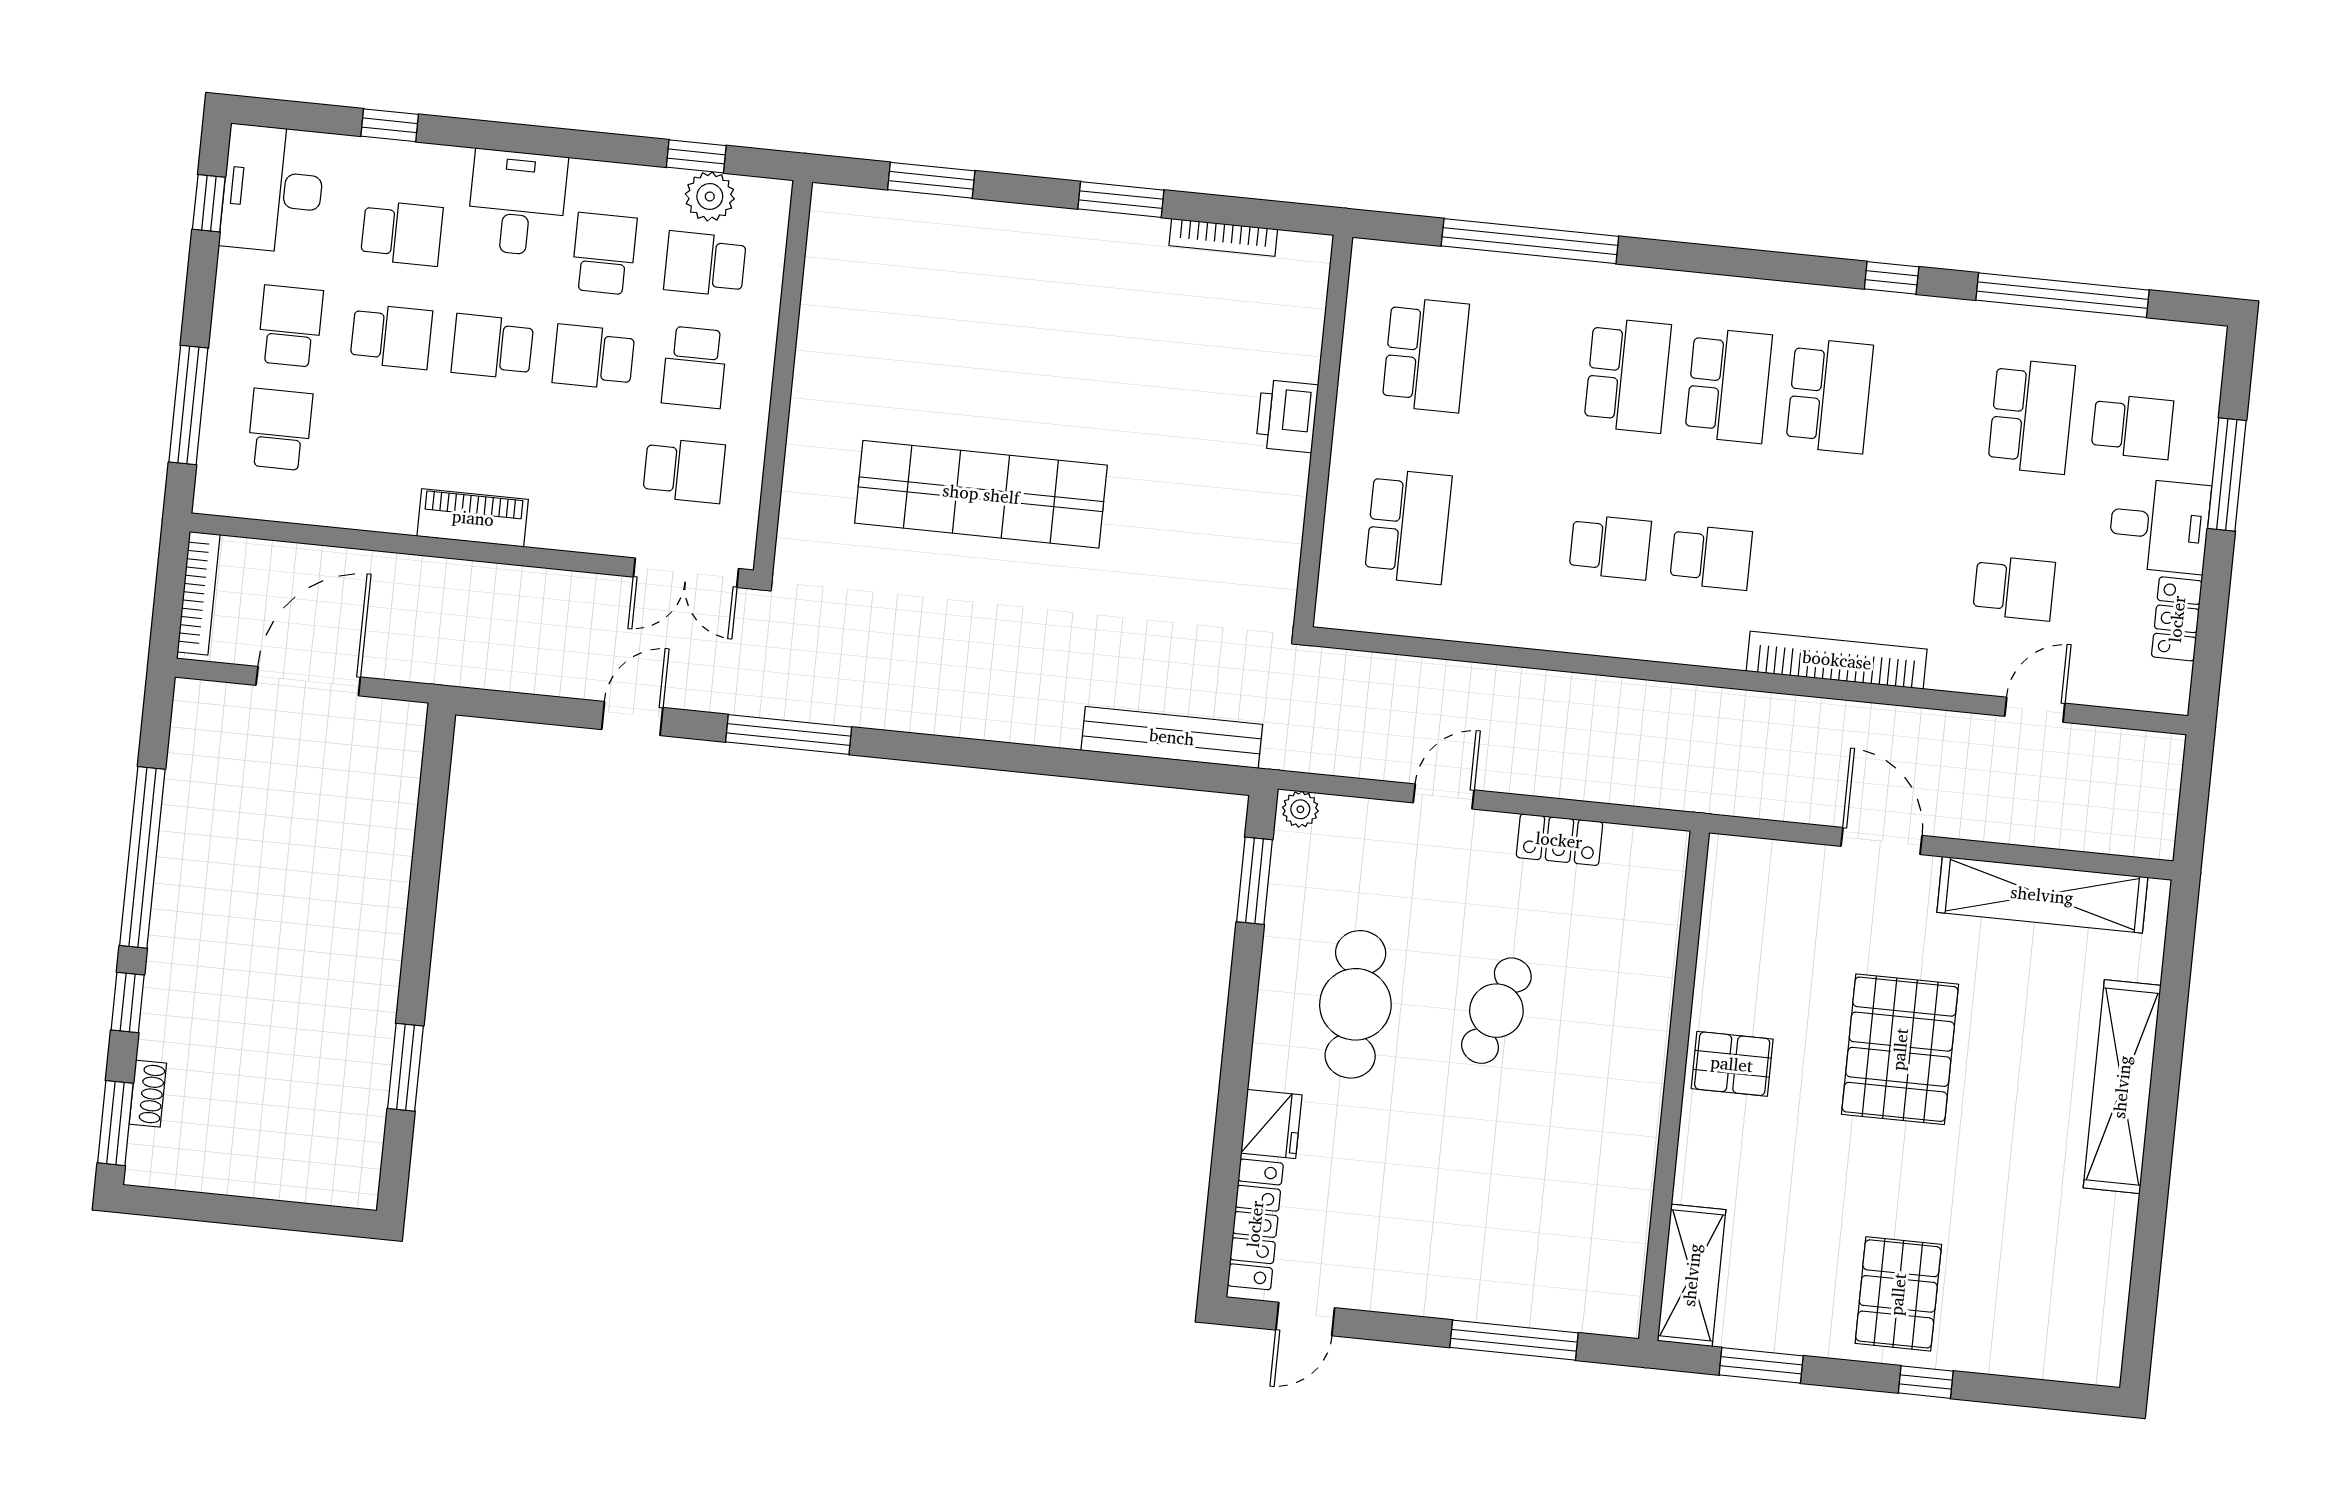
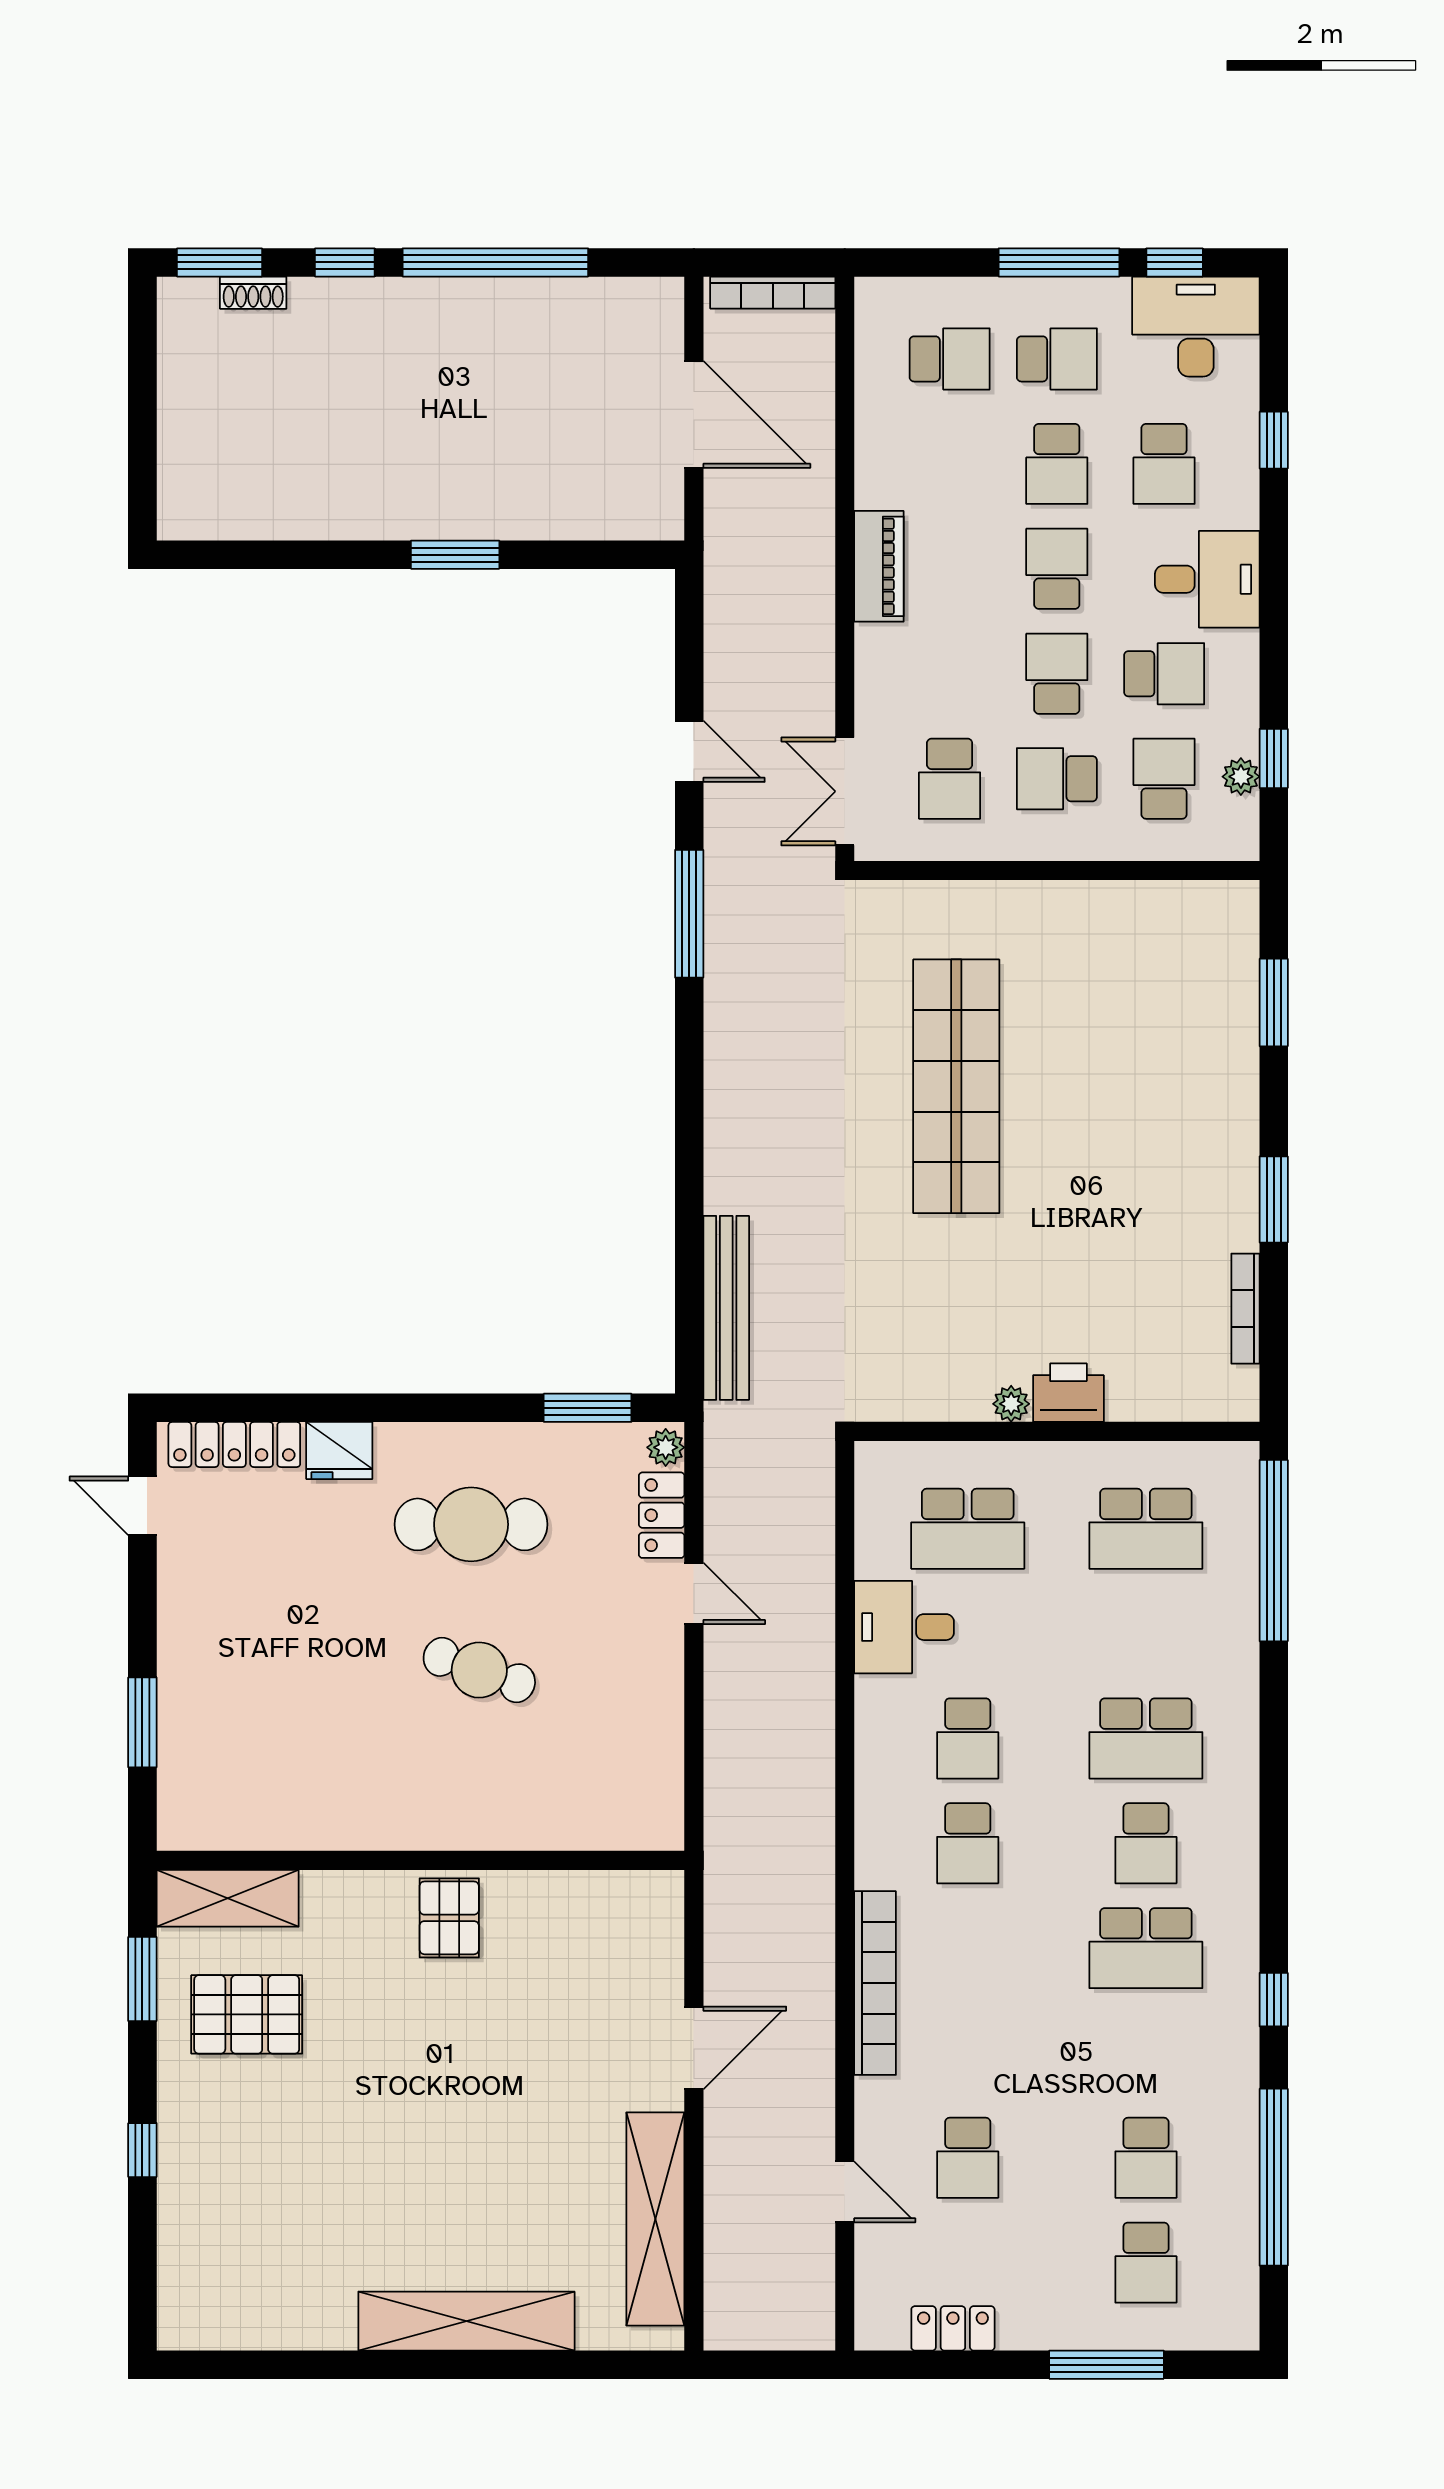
plant: (710, 196) -> (1241, 777), width x0.73, depth x0.73
window: (1530, 241) -> (1274, 1551), moved
school desk: (1729, 386) -> (1146, 1843), width x0.54
window: (188, 405) -> (1059, 262), moved
school desk: (2031, 416) -> (1146, 2158), width x0.54
plant: (1292, 472) -> (1011, 1404), added
desk: (2159, 526) -> (904, 1627), moved, turned 90
locker: (1559, 840) -> (662, 1515), moved
pallet: (1900, 1049) -> (482, 2089), removed
window: (405, 1067) -> (455, 555), moved
pallet: (1898, 1294) -> (247, 2014), moved
window: (1514, 1340) -> (142, 1722), width x0.69

